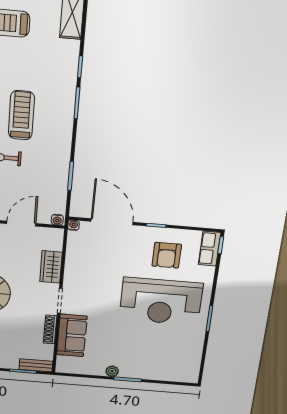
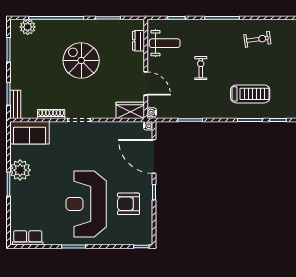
treadmill: (21, 115) -> (250, 94), moved
door: (112, 222) -> (154, 156), swing flipped
row of seats: (210, 249) -> (28, 238), moved
wardrobe: (51, 267) -> (130, 110), moved
sofa: (72, 335) -> (30, 133), moved
plant: (112, 371) -> (20, 170), width x1.87, depth x1.87

